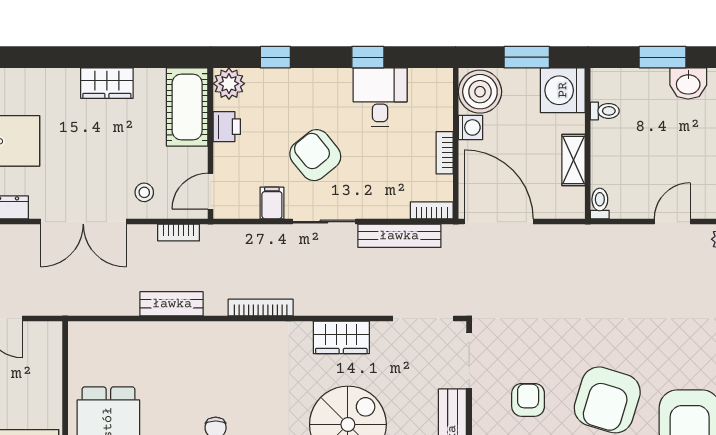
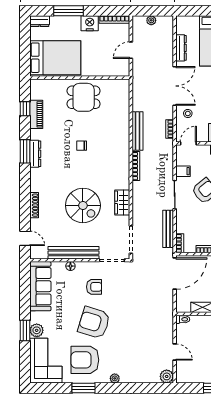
door: (211, 191) -> (188, 143), hinge flipped
double door: (83, 222) -> (175, 86), swing flipped
bench: (172, 304) -> (137, 131), width x1.36

